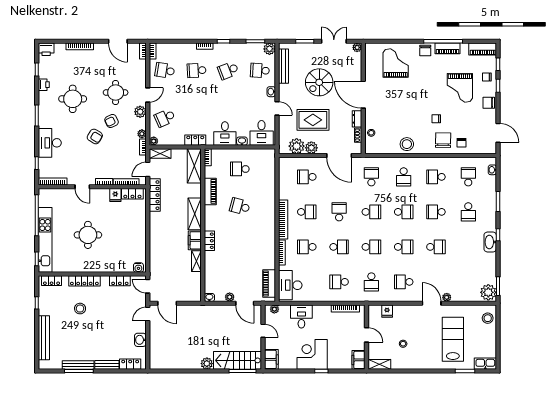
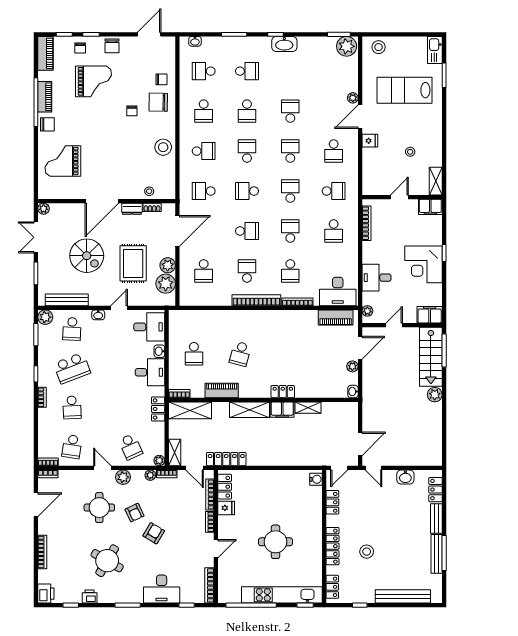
school desk: (228, 70) -> (72, 368), width x1.85
round table: (73, 99) -> (107, 561), turned 30
school desk: (339, 212) -> (247, 231), turned 180
school desk: (371, 212) -> (247, 191), turned -90
fridge: (387, 311) -> (370, 141), moved

